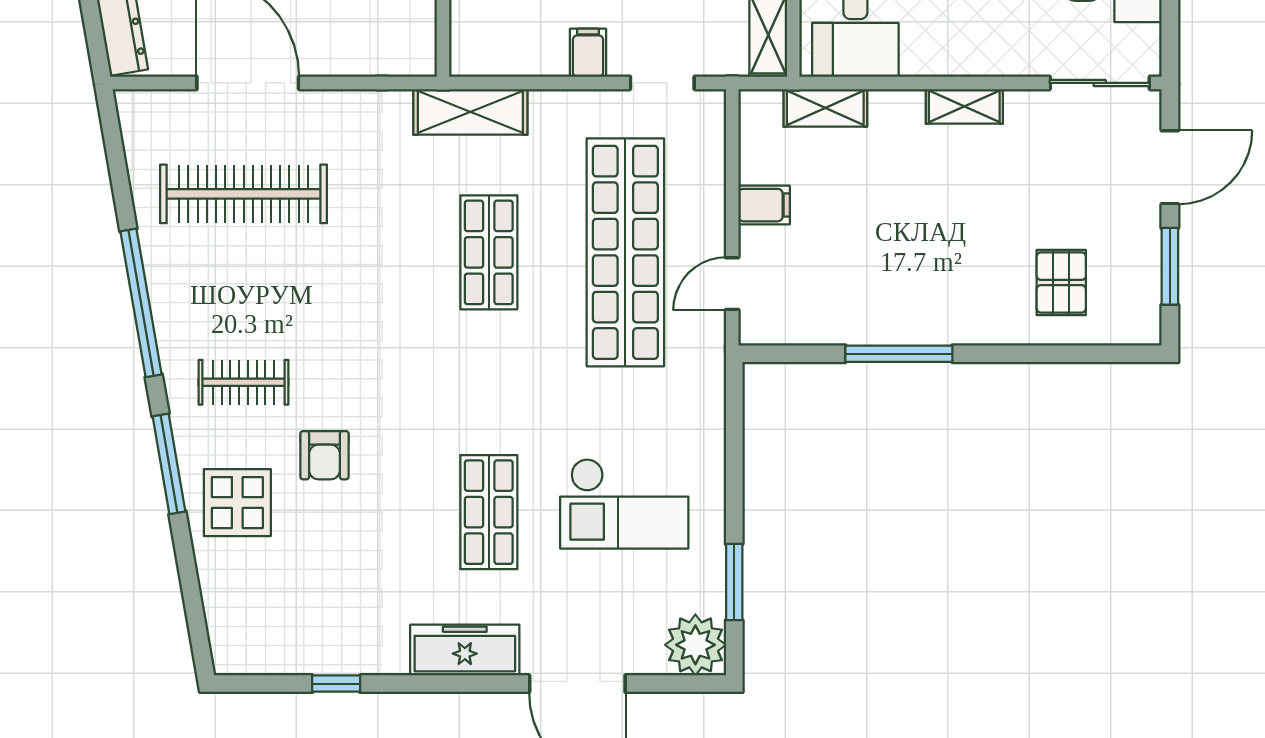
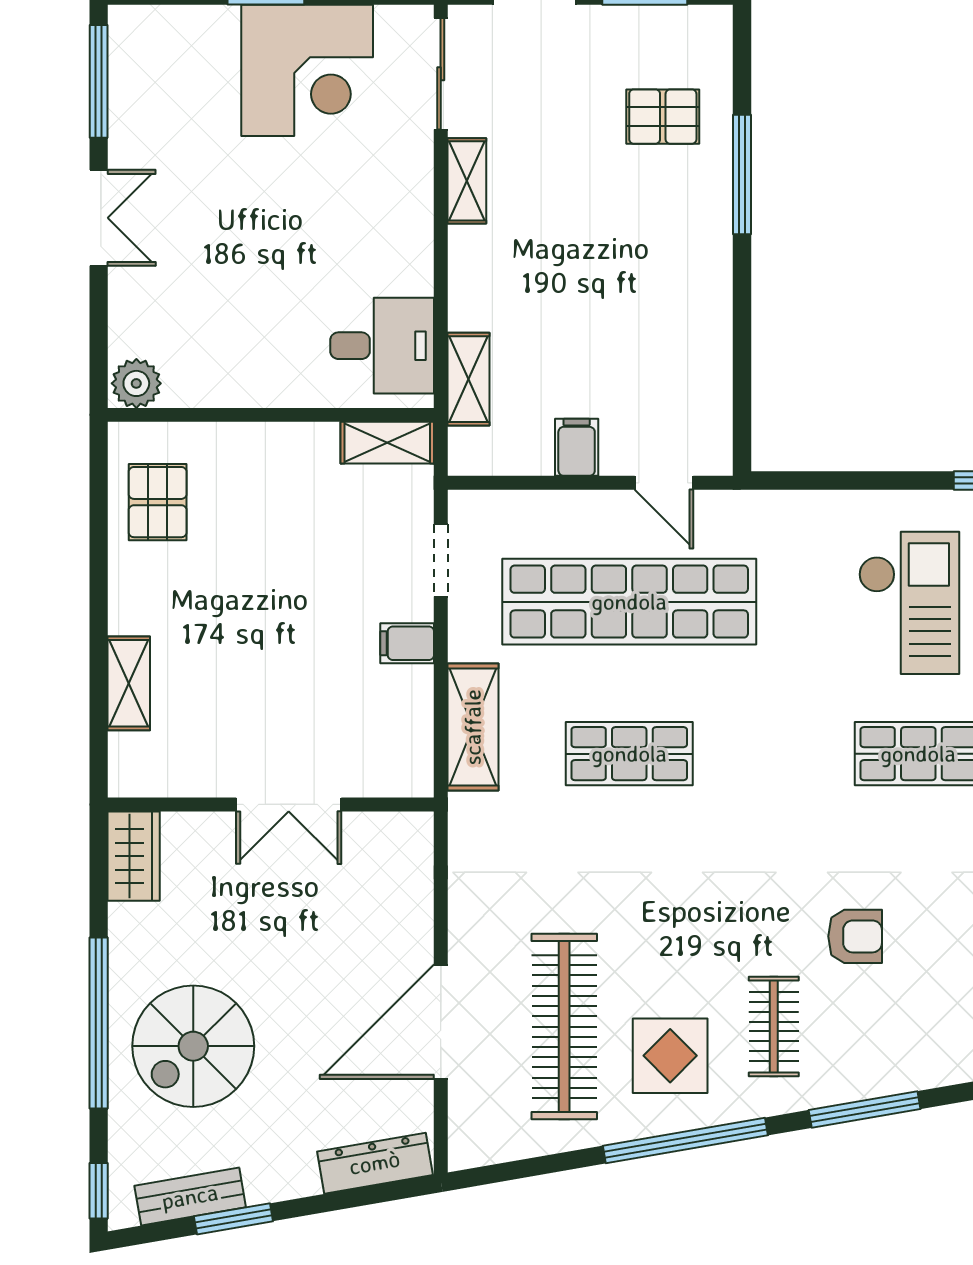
shelving: (964, 106) -> (467, 181), moved
shelving: (470, 112) -> (473, 727), moved
window: (899, 354) -> (742, 175), moved
display table: (237, 503) -> (670, 1056), moved

